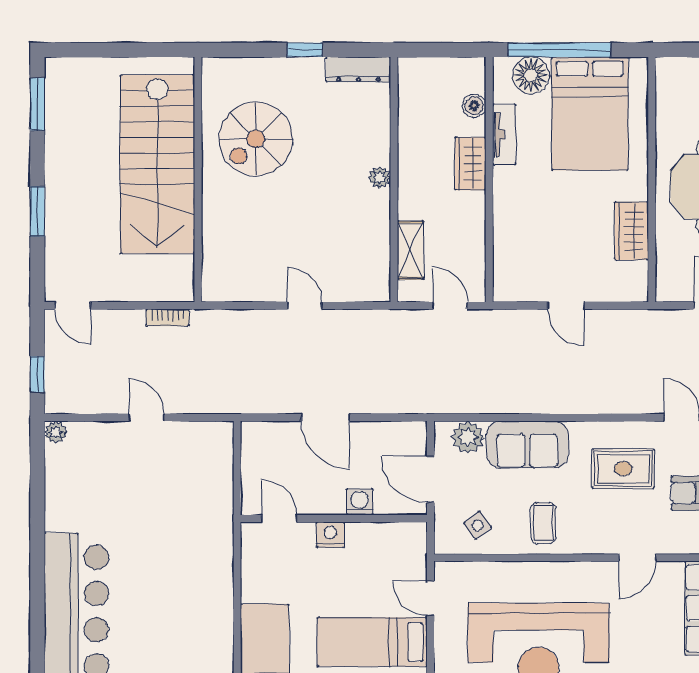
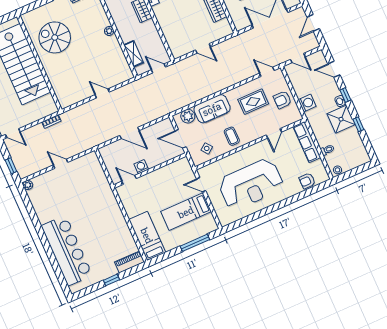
spiral stairs: (256, 139) -> (55, 37), turned 90
washing machine: (360, 502) -> (141, 167), moved
nightstand: (330, 535) -> (152, 177), removed

